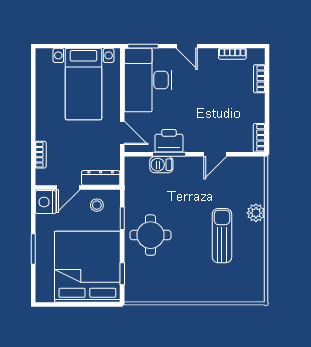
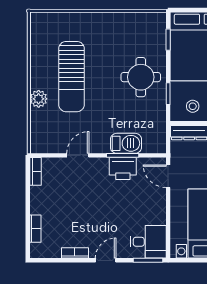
door: (187, 46) -> (106, 260), hinge flipped
bookcase: (232, 54) -> (75, 253), moved
desk: (148, 80) -> (148, 242), width x0.53, depth x0.77
barbecue: (161, 165) -> (126, 143), width x1.38, depth x1.27
sun lounger: (222, 236) -> (71, 77), width x1.36, depth x1.34

